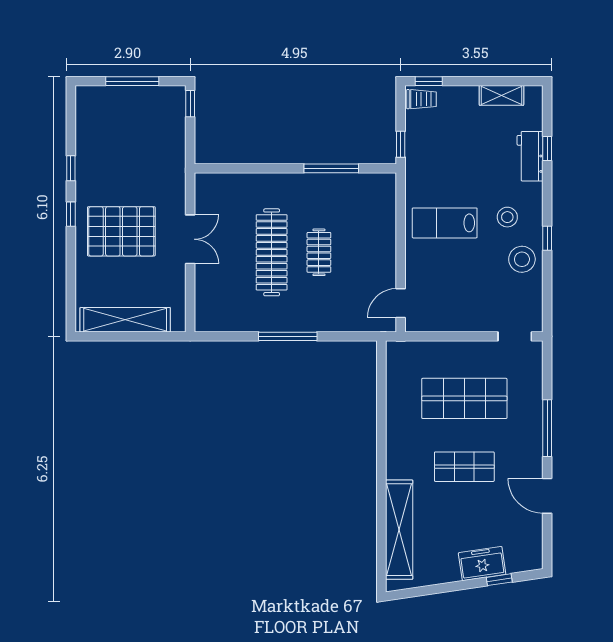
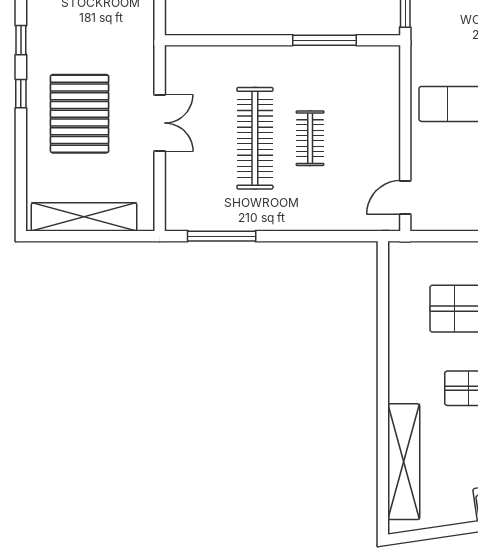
pallet: (121, 231) -> (80, 114), turned 90
window: (288, 336) -> (222, 236), moved

